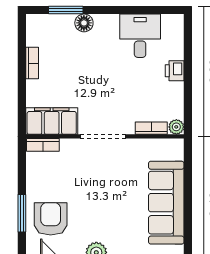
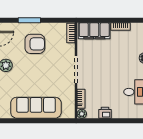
printer: (175, 71) -> (105, 113), moved
filing cabinet: (52, 121) -> (94, 31), moved, turned 90
armchair: (51, 219) -> (35, 44), moved

